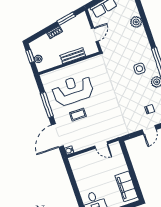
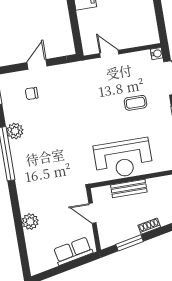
door: (95, 35) -> (92, 213), hinge flipped
side table: (139, 69) -> (37, 154), removed
reception desk: (73, 90) -> (123, 159), moved

